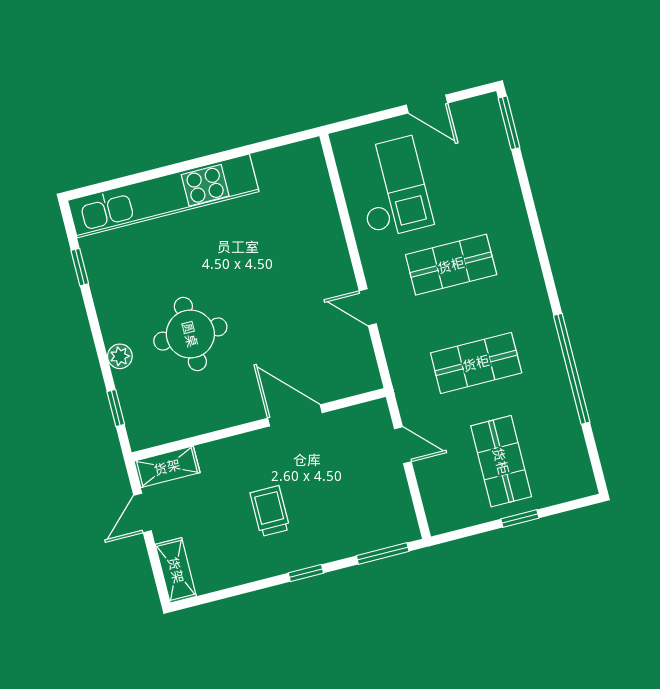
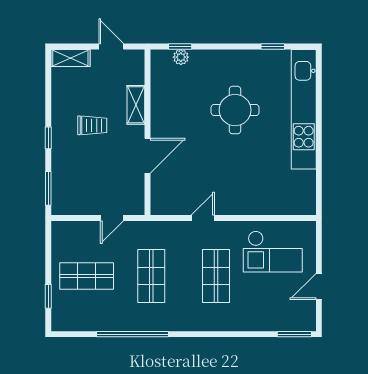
round table: (190, 334) -> (235, 110), moved
plant: (120, 356) -> (181, 57), moved
shelving: (167, 467) -> (136, 105), moved
window: (520, 519) -> (48, 296), moved

